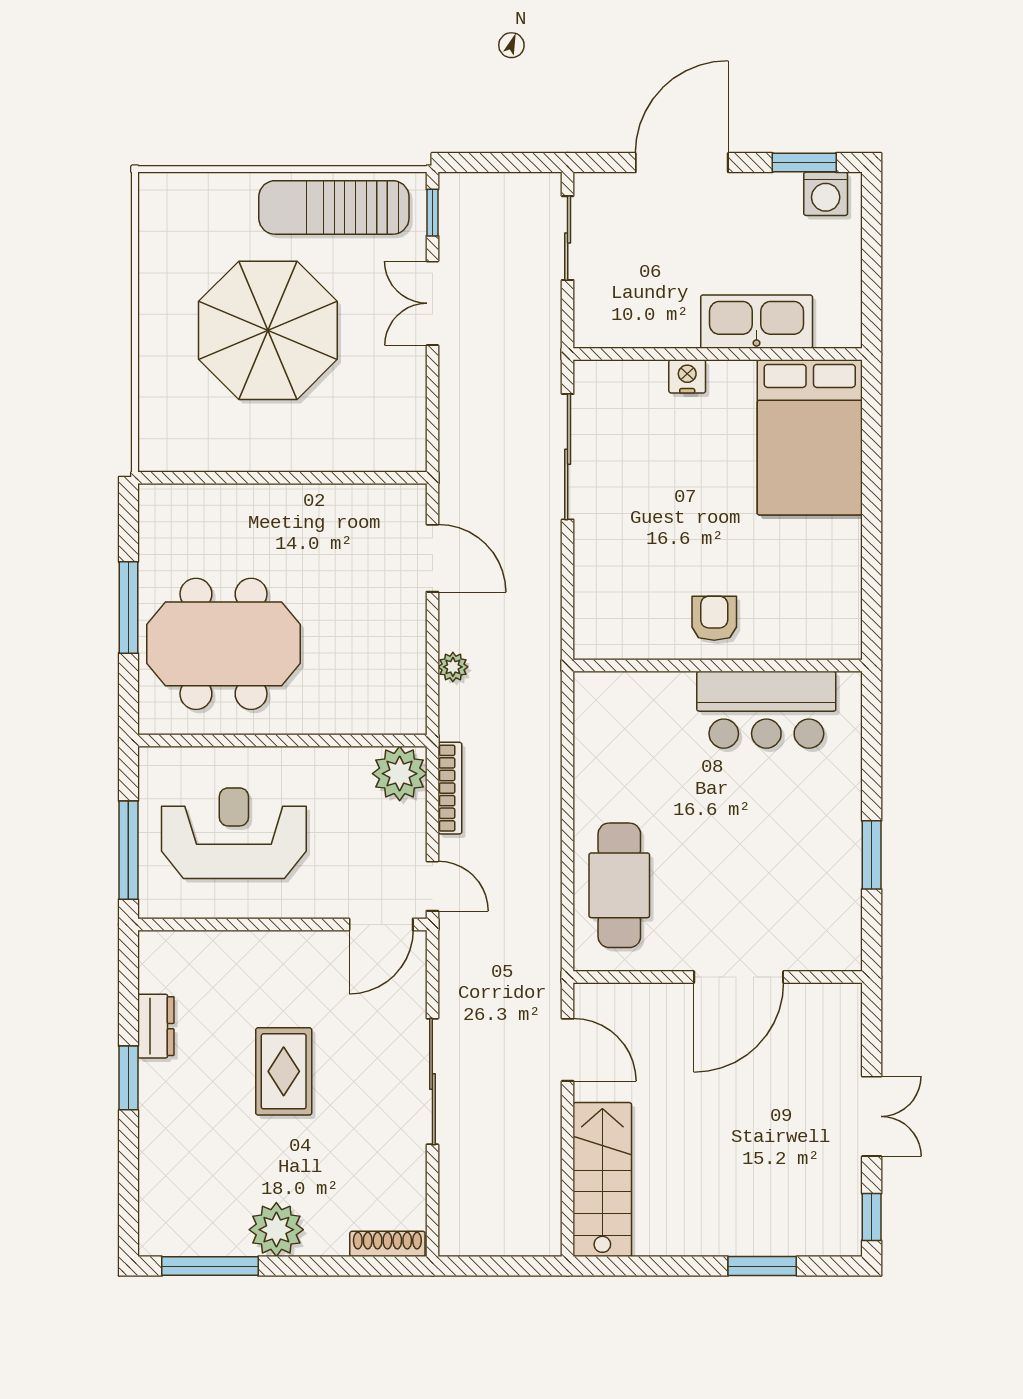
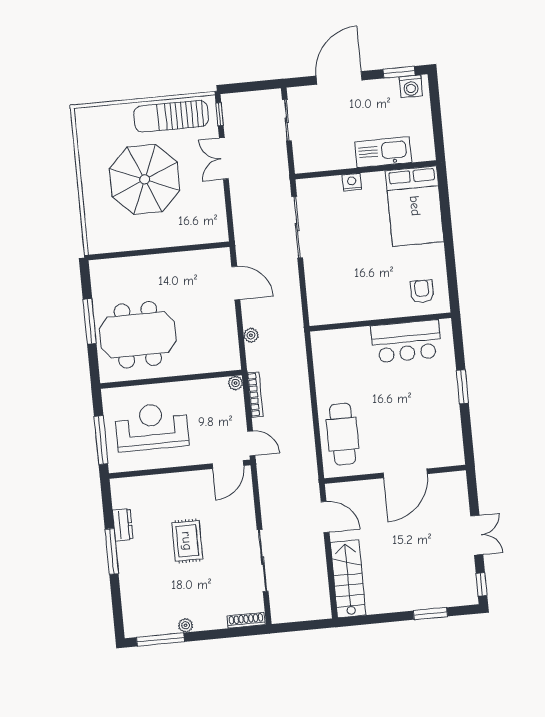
armchair: (714, 618) -> (422, 291), moved
plant: (400, 774) -> (236, 383), width x0.53, depth x0.53
window: (872, 855) -> (462, 387), moved
window: (128, 1078) -> (112, 551), width x1.44
sliding door: (432, 1081) -> (263, 561), moved
plant: (276, 1230) -> (185, 625), width x0.53, depth x0.53

